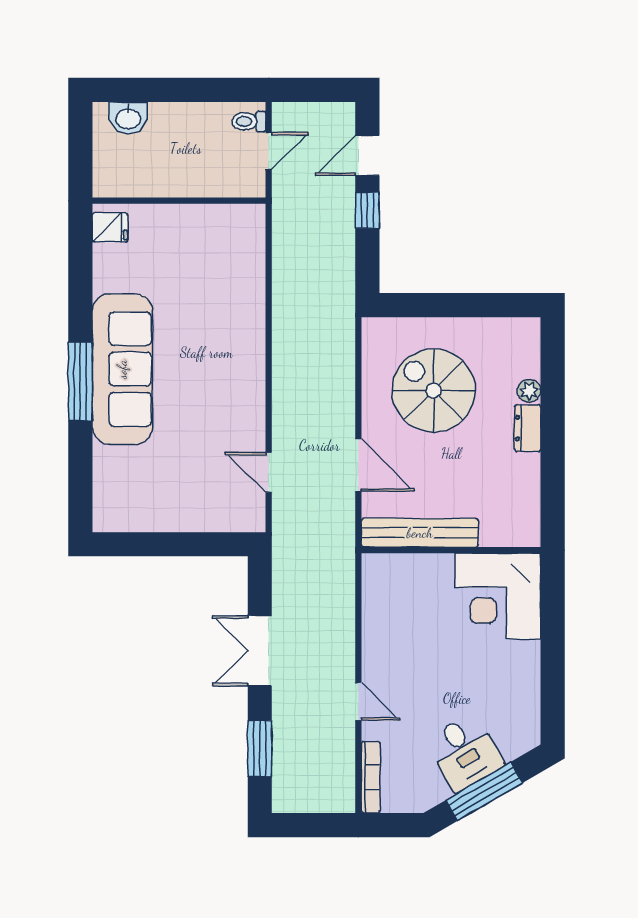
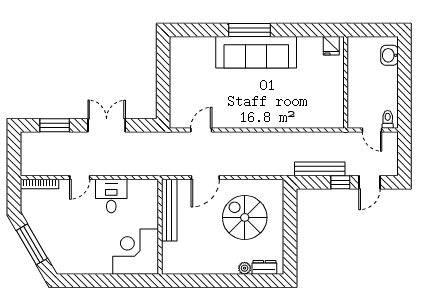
door: (367, 155) -> (370, 182), swing flipped
bench: (342, 249) -> (320, 169), added
spiral stairs: (434, 391) -> (245, 217), turned -90
dresser: (528, 428) -> (264, 267), moved
desk: (465, 752) -> (111, 196), moved, turned 120

